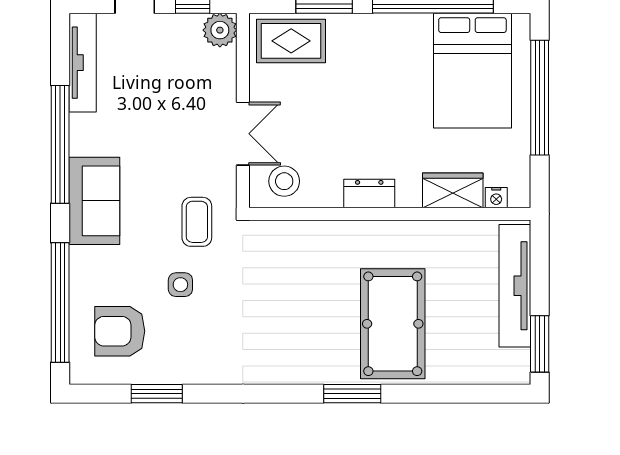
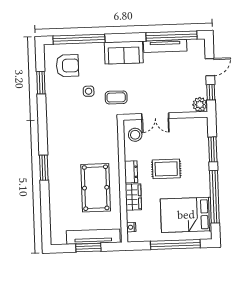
rug: (291, 41) -> (166, 169), moved, turned 90
tv unit: (83, 63) -> (165, 46), moved
window: (60, 144) -> (171, 36), moved
wardrobe: (453, 190) -> (133, 197), moved
pool table: (393, 324) -> (96, 188), moved, turned 90
armchair: (120, 331) -> (67, 66), turned 90
window: (540, 344) -> (88, 248), moved

